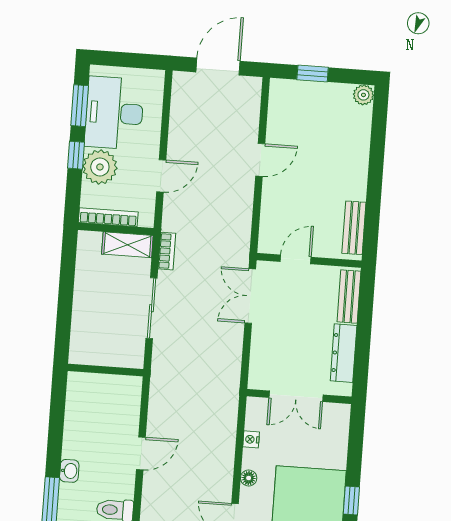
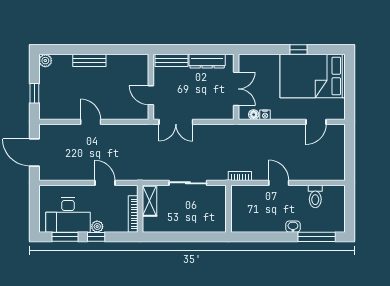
plant: (100, 167) -> (97, 227), width x0.53, depth x0.53
bench: (354, 228) -> (89, 60), moved
bookcase: (167, 251) -> (240, 176), moved
floor lamp: (249, 478) -> (254, 115), moved

